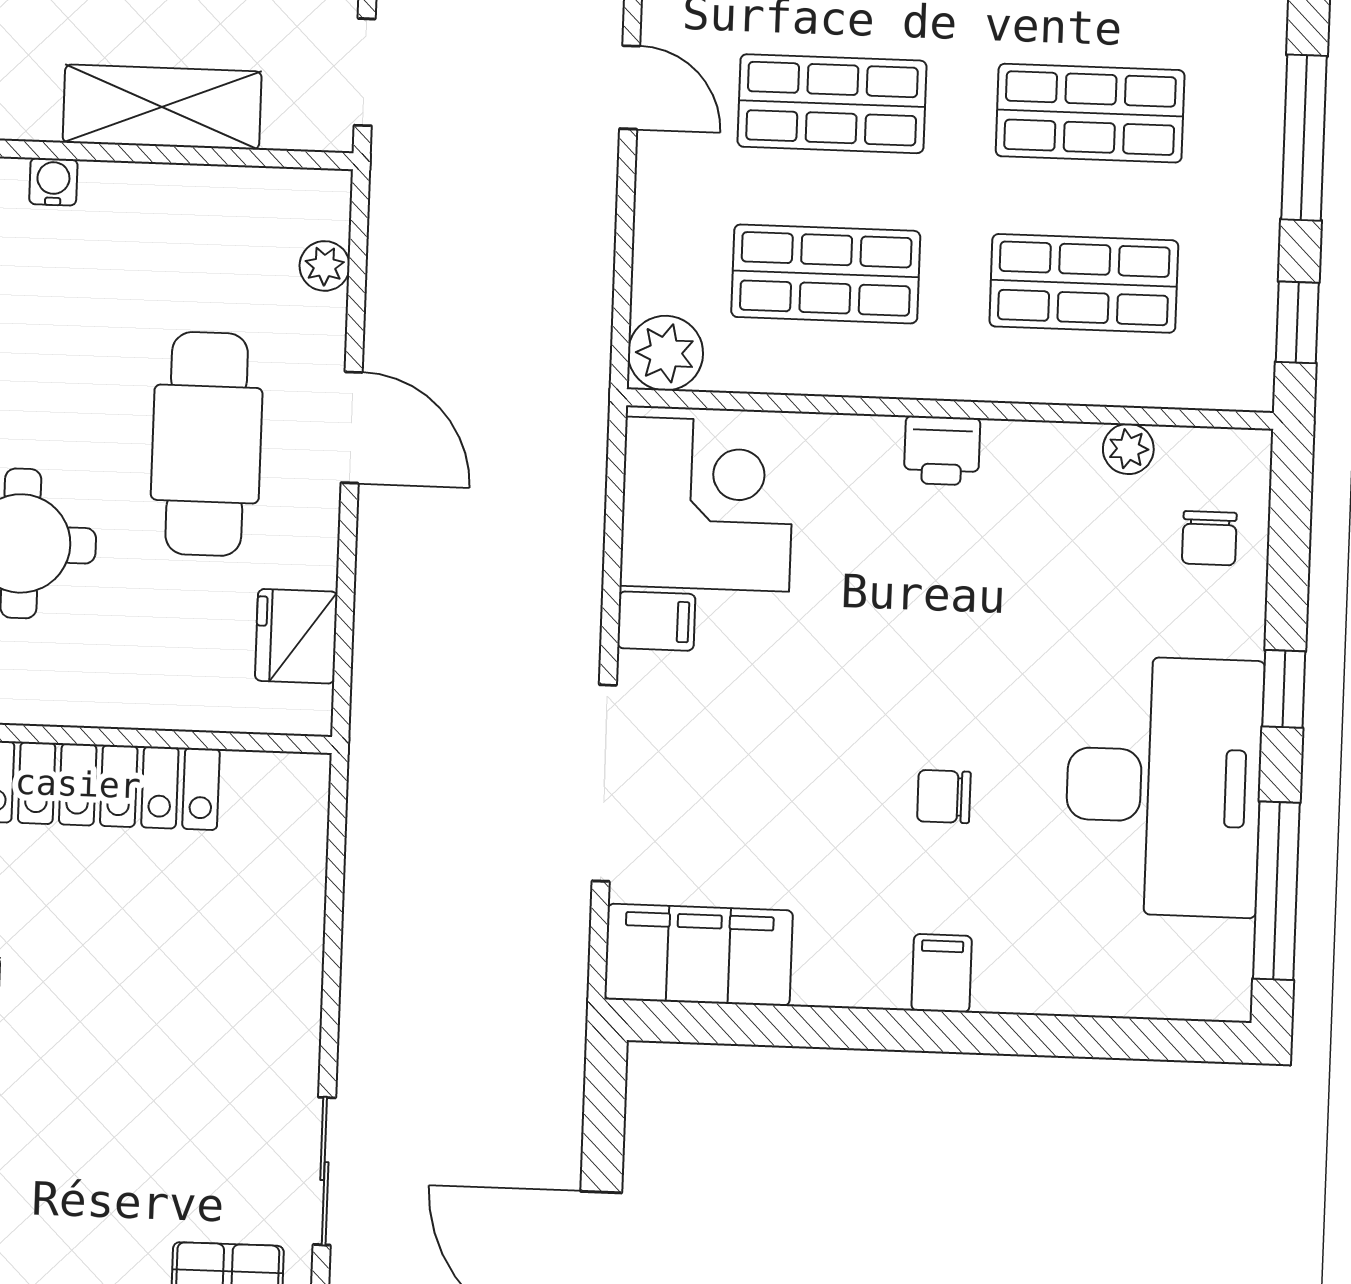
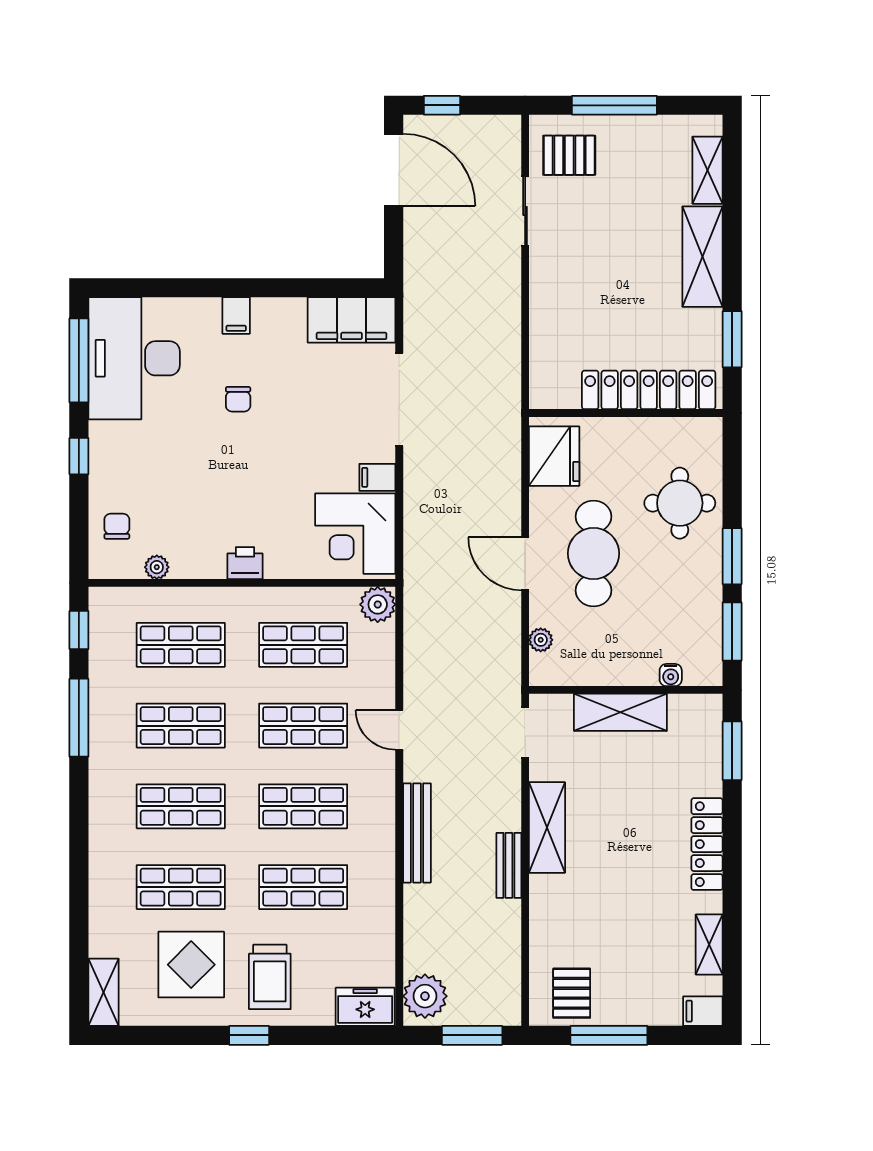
fridge: (296, 636) -> (554, 456), width x1.36, depth x1.34
desk: (1164, 786) -> (134, 358), moved
chair: (944, 797) -> (238, 399), turned 90

